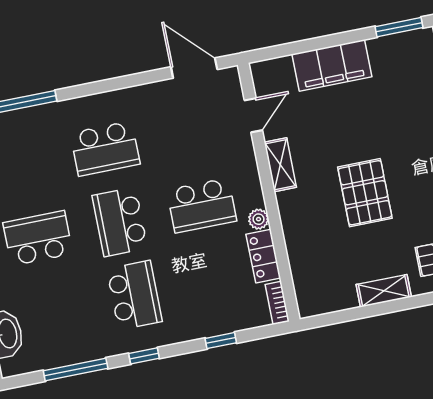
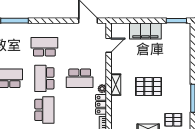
school desk: (105, 149) -> (44, 47), turned 180
shelving: (280, 165) -> (116, 85), moved
pallet: (365, 193) -> (149, 87), turned 90

